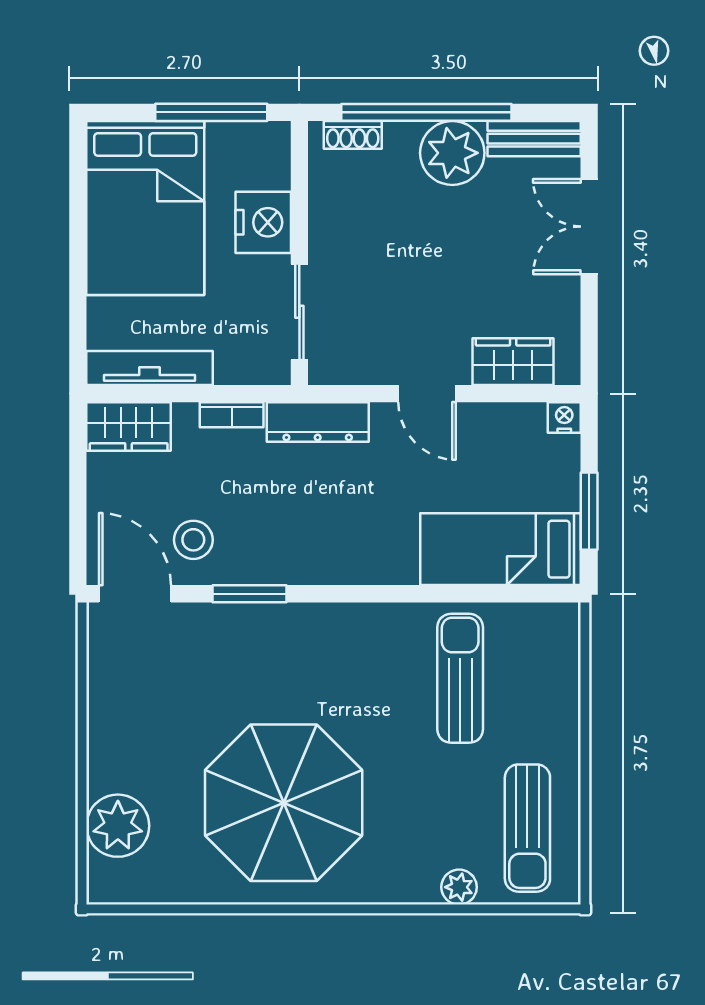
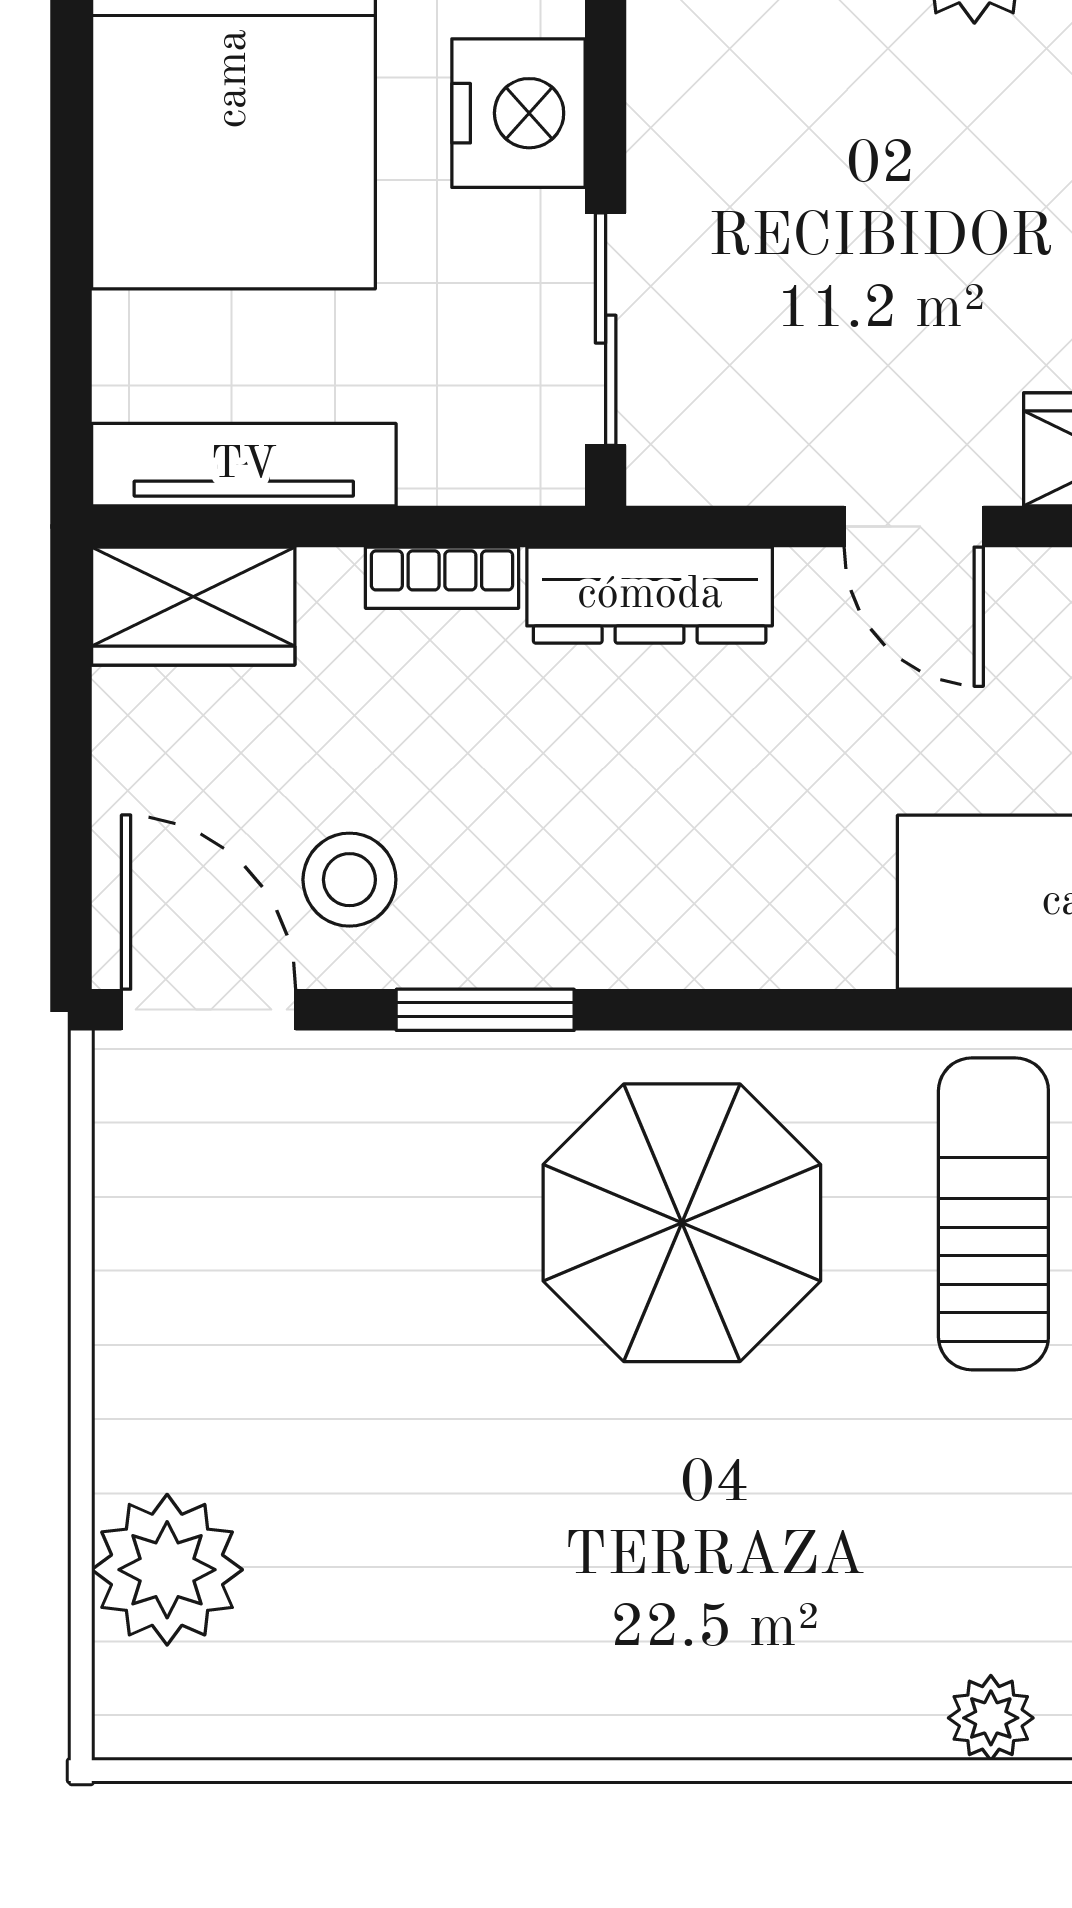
parasol: (284, 803) -> (682, 1223), moved, width x0.73, depth x0.73

